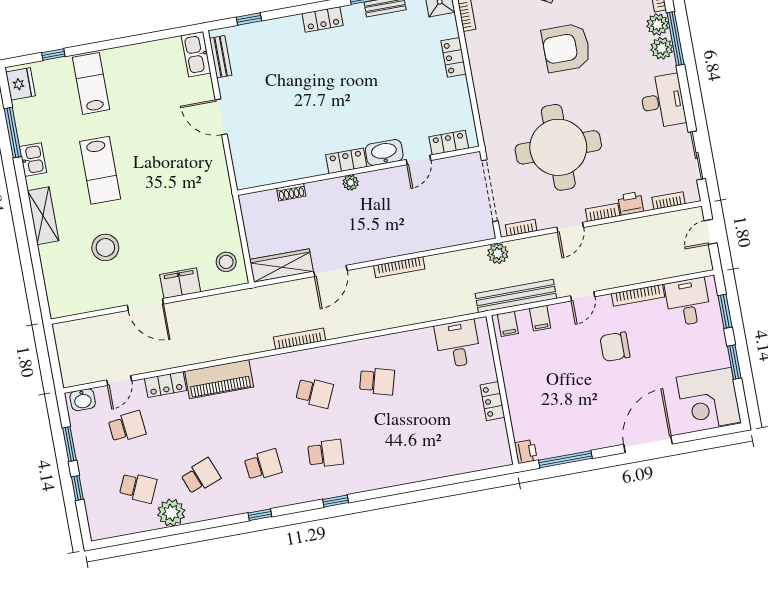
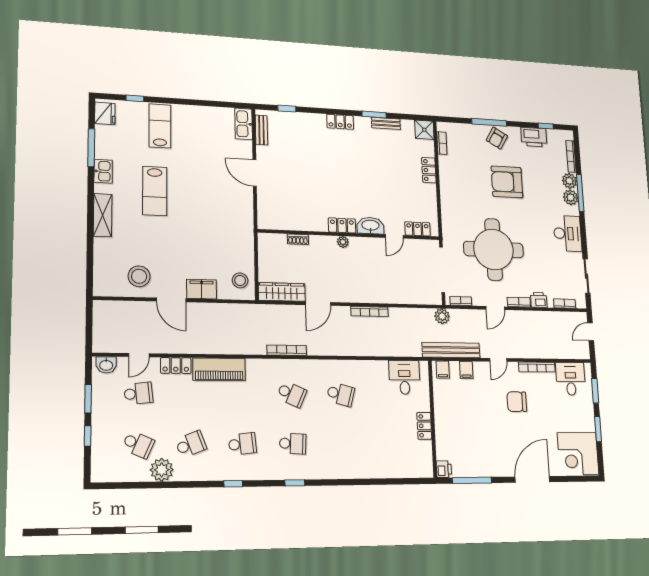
stool: (105, 247) -> (139, 276), moved

